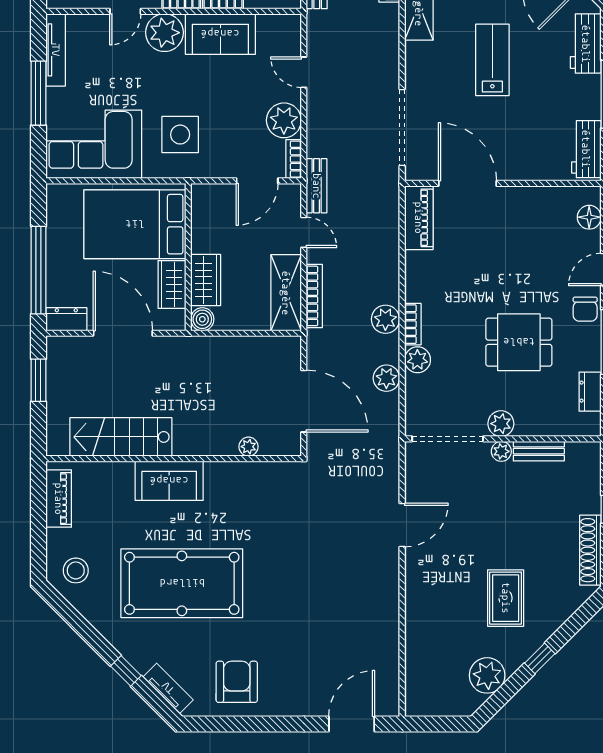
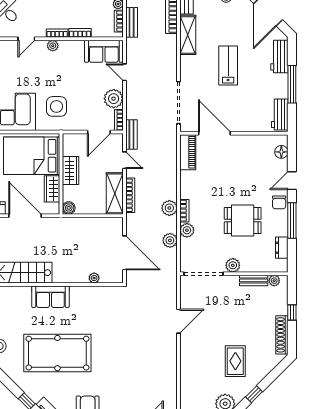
plant: (164, 33) -> (53, 46), width x0.53, depth x0.53
sofa: (220, 34) -> (104, 51), moved
wardrobe: (206, 280) -> (71, 171), moved
plant: (501, 451) -> (274, 281), moved

